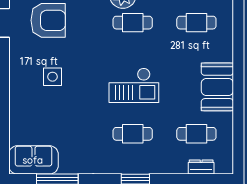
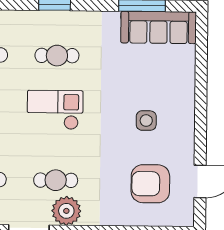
sofa: (33, 160) -> (159, 27), width x1.36

